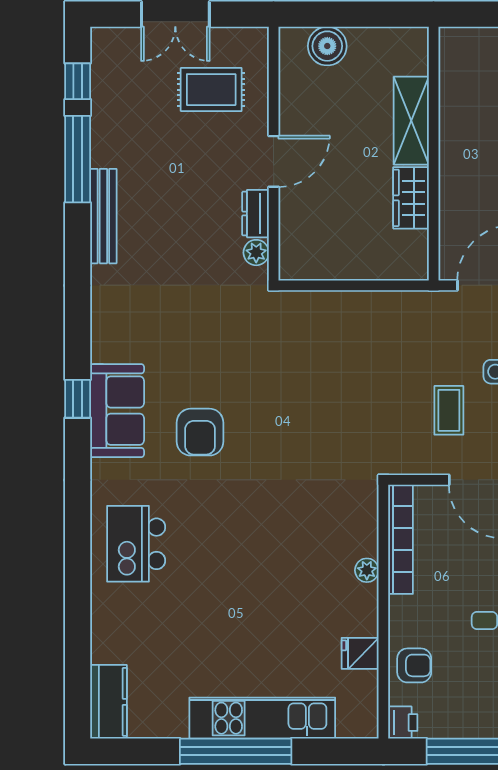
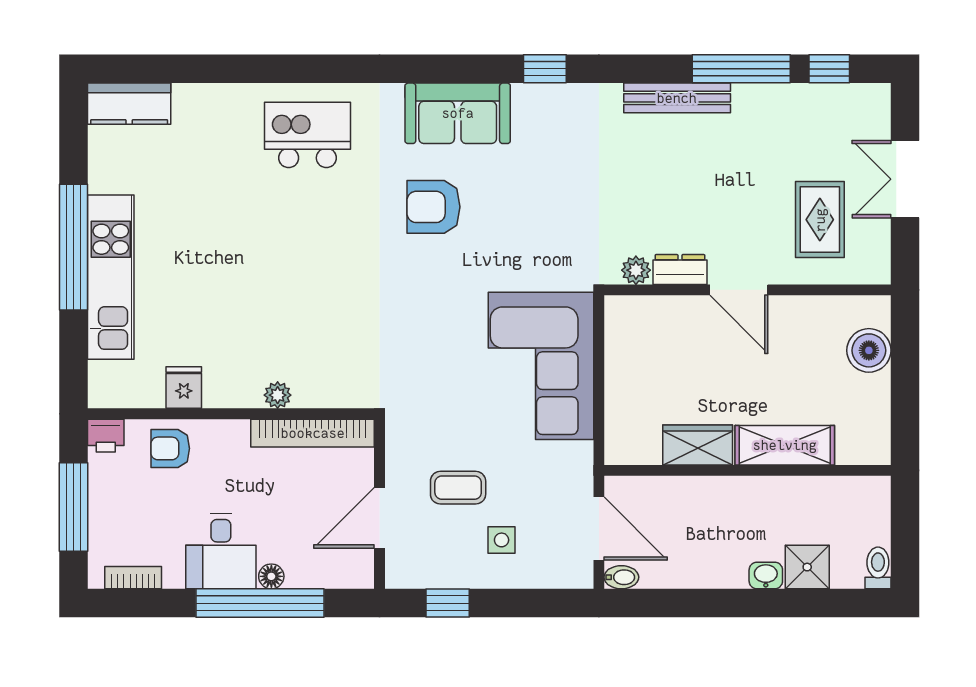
corner sofa: (341, 337) -> (541, 366), added
window: (78, 399) -> (545, 69), moved
armchair: (414, 665) -> (170, 448), turned 90

